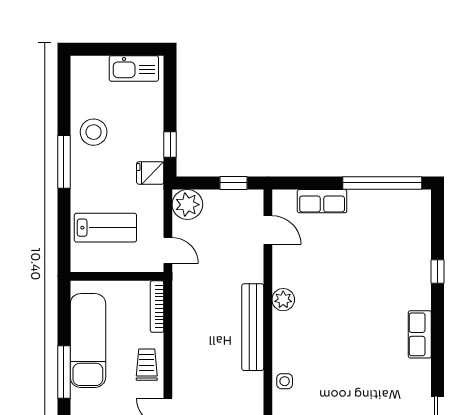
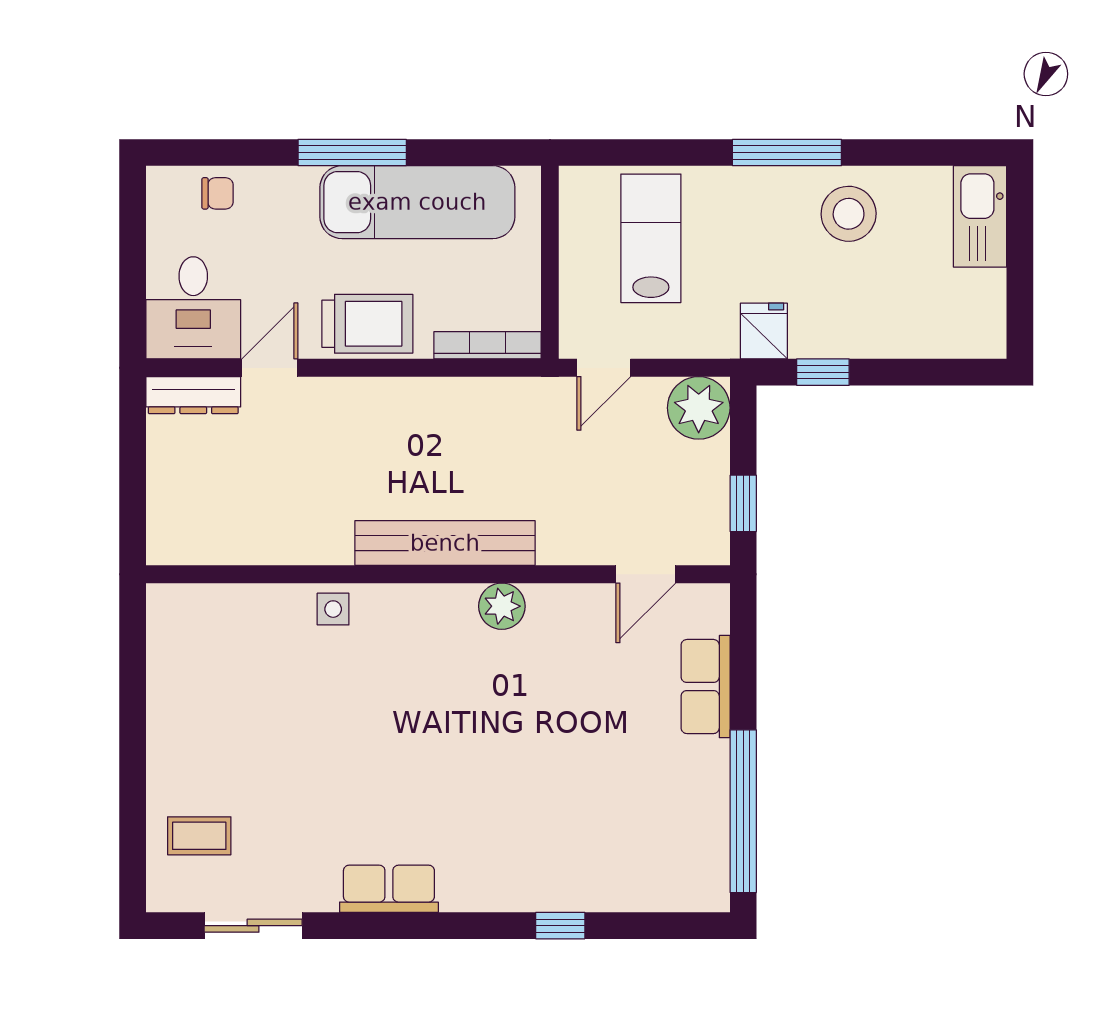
kitchen sink: (134, 69) -> (980, 216), moved
lab bench: (105, 228) -> (651, 238), turned 180
row of seats: (420, 334) -> (389, 889), moved
trolley: (147, 365) -> (367, 324), width x1.36, depth x1.39

